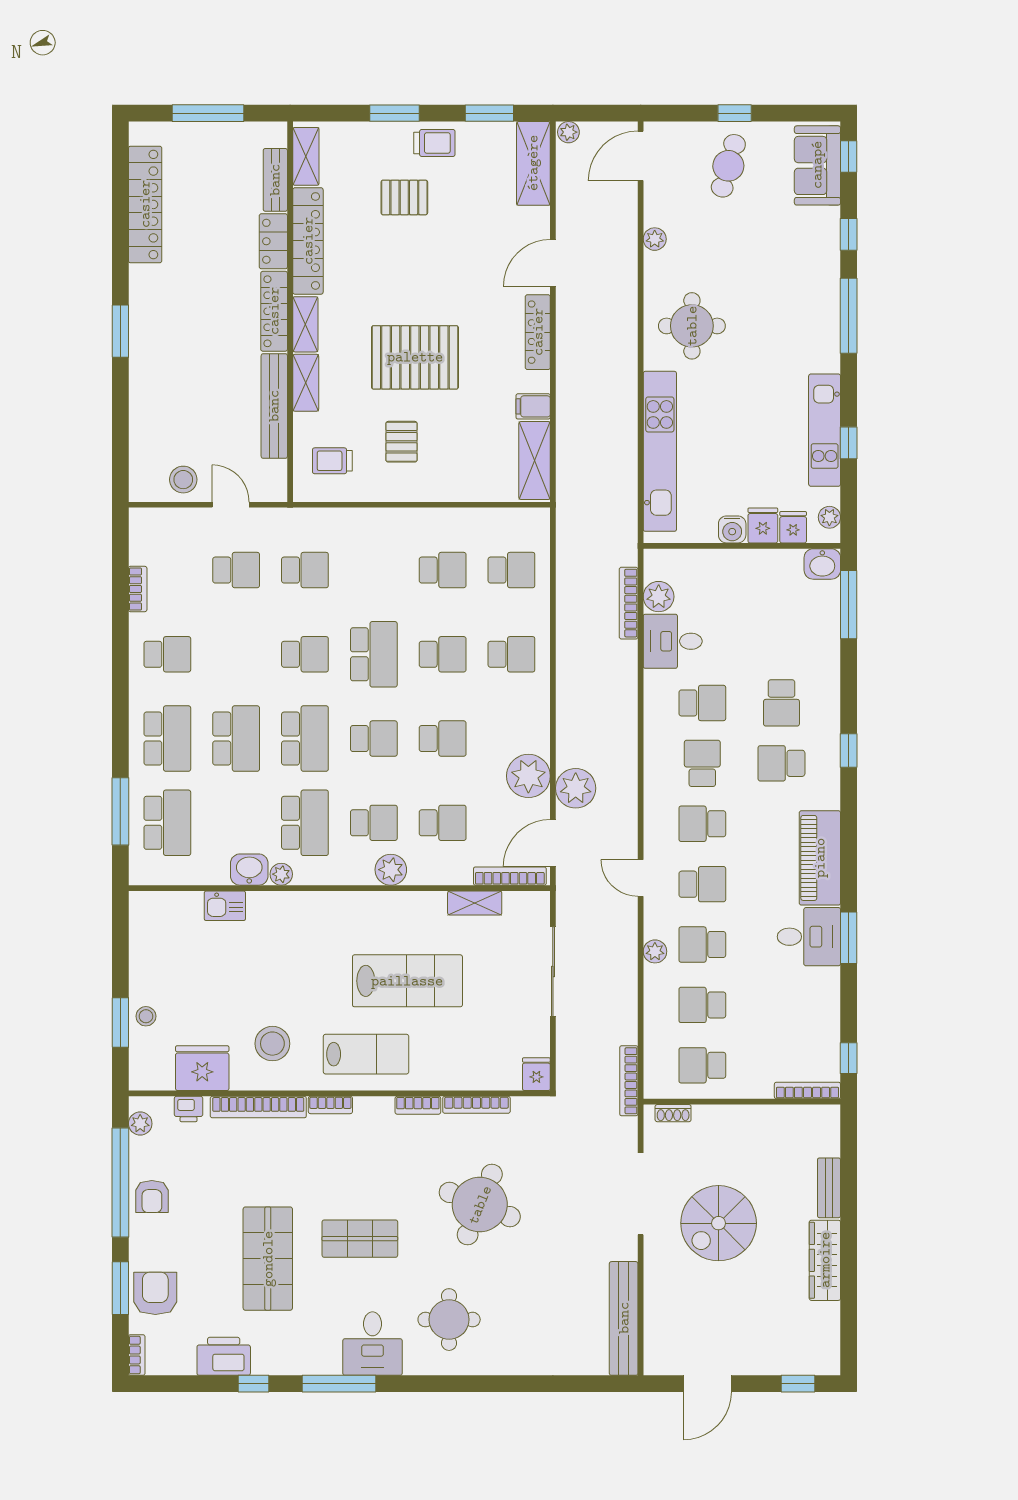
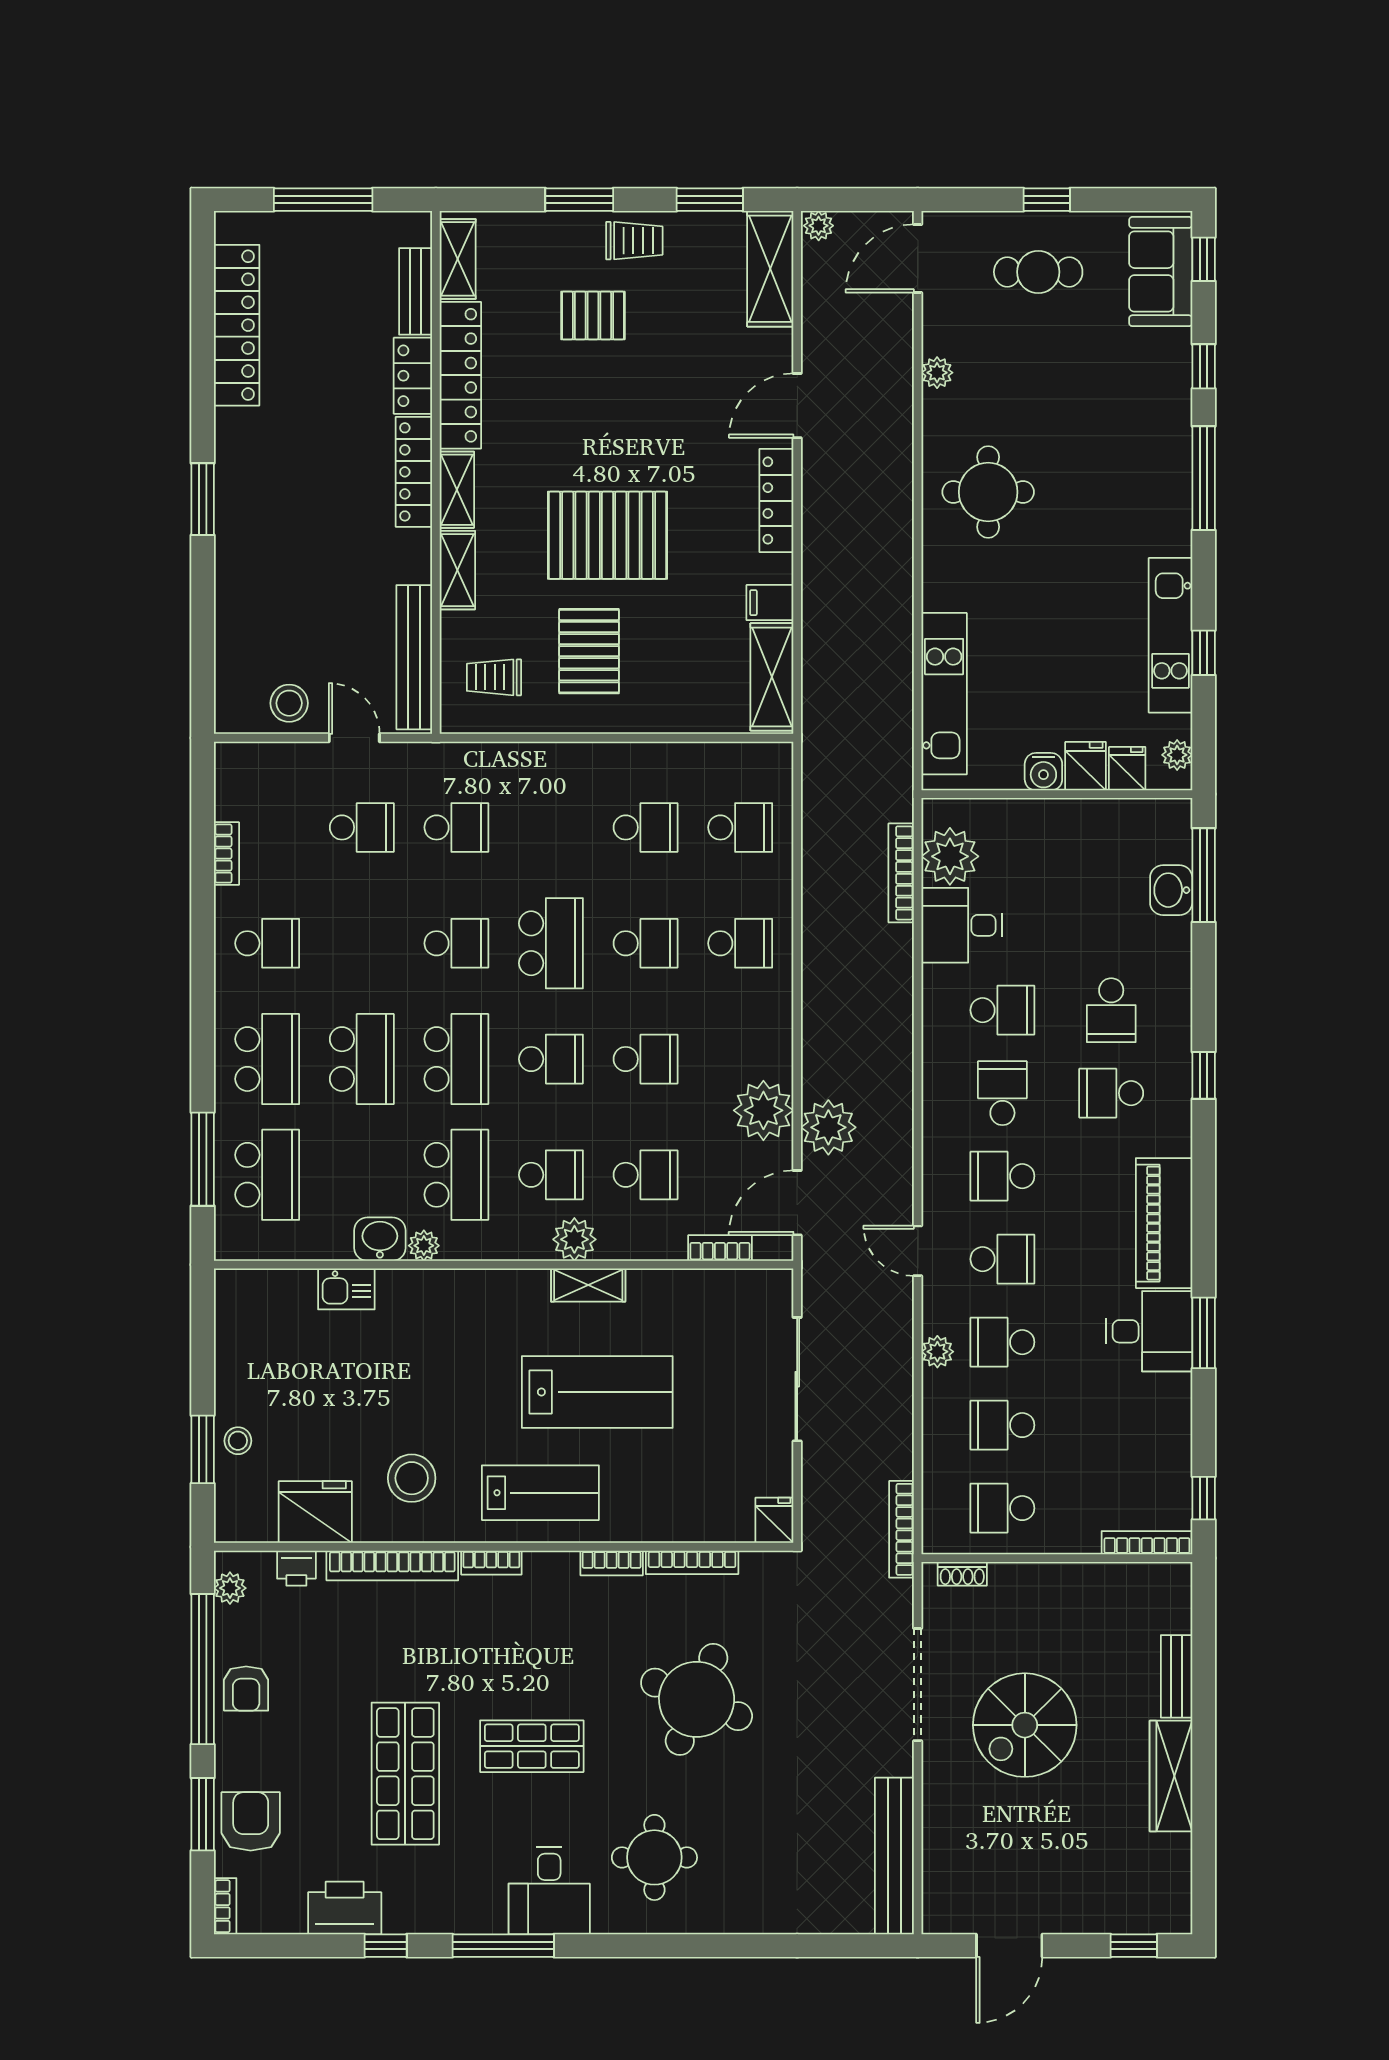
cafe table: (728, 166) -> (1038, 272), turned 74
bench: (274, 406) -> (414, 657), moved
pallet: (401, 442) -> (589, 651), width x1.50, depth x1.42
kitchen unit: (660, 451) -> (944, 694), width x0.73
washbasin: (822, 564) -> (1171, 890), moved, turned 90
plant: (659, 597) -> (950, 856), width x1.36, depth x1.36
bookcase: (510, 876) -> (720, 1248), width x0.64
shelving: (475, 903) -> (588, 1285), moved

